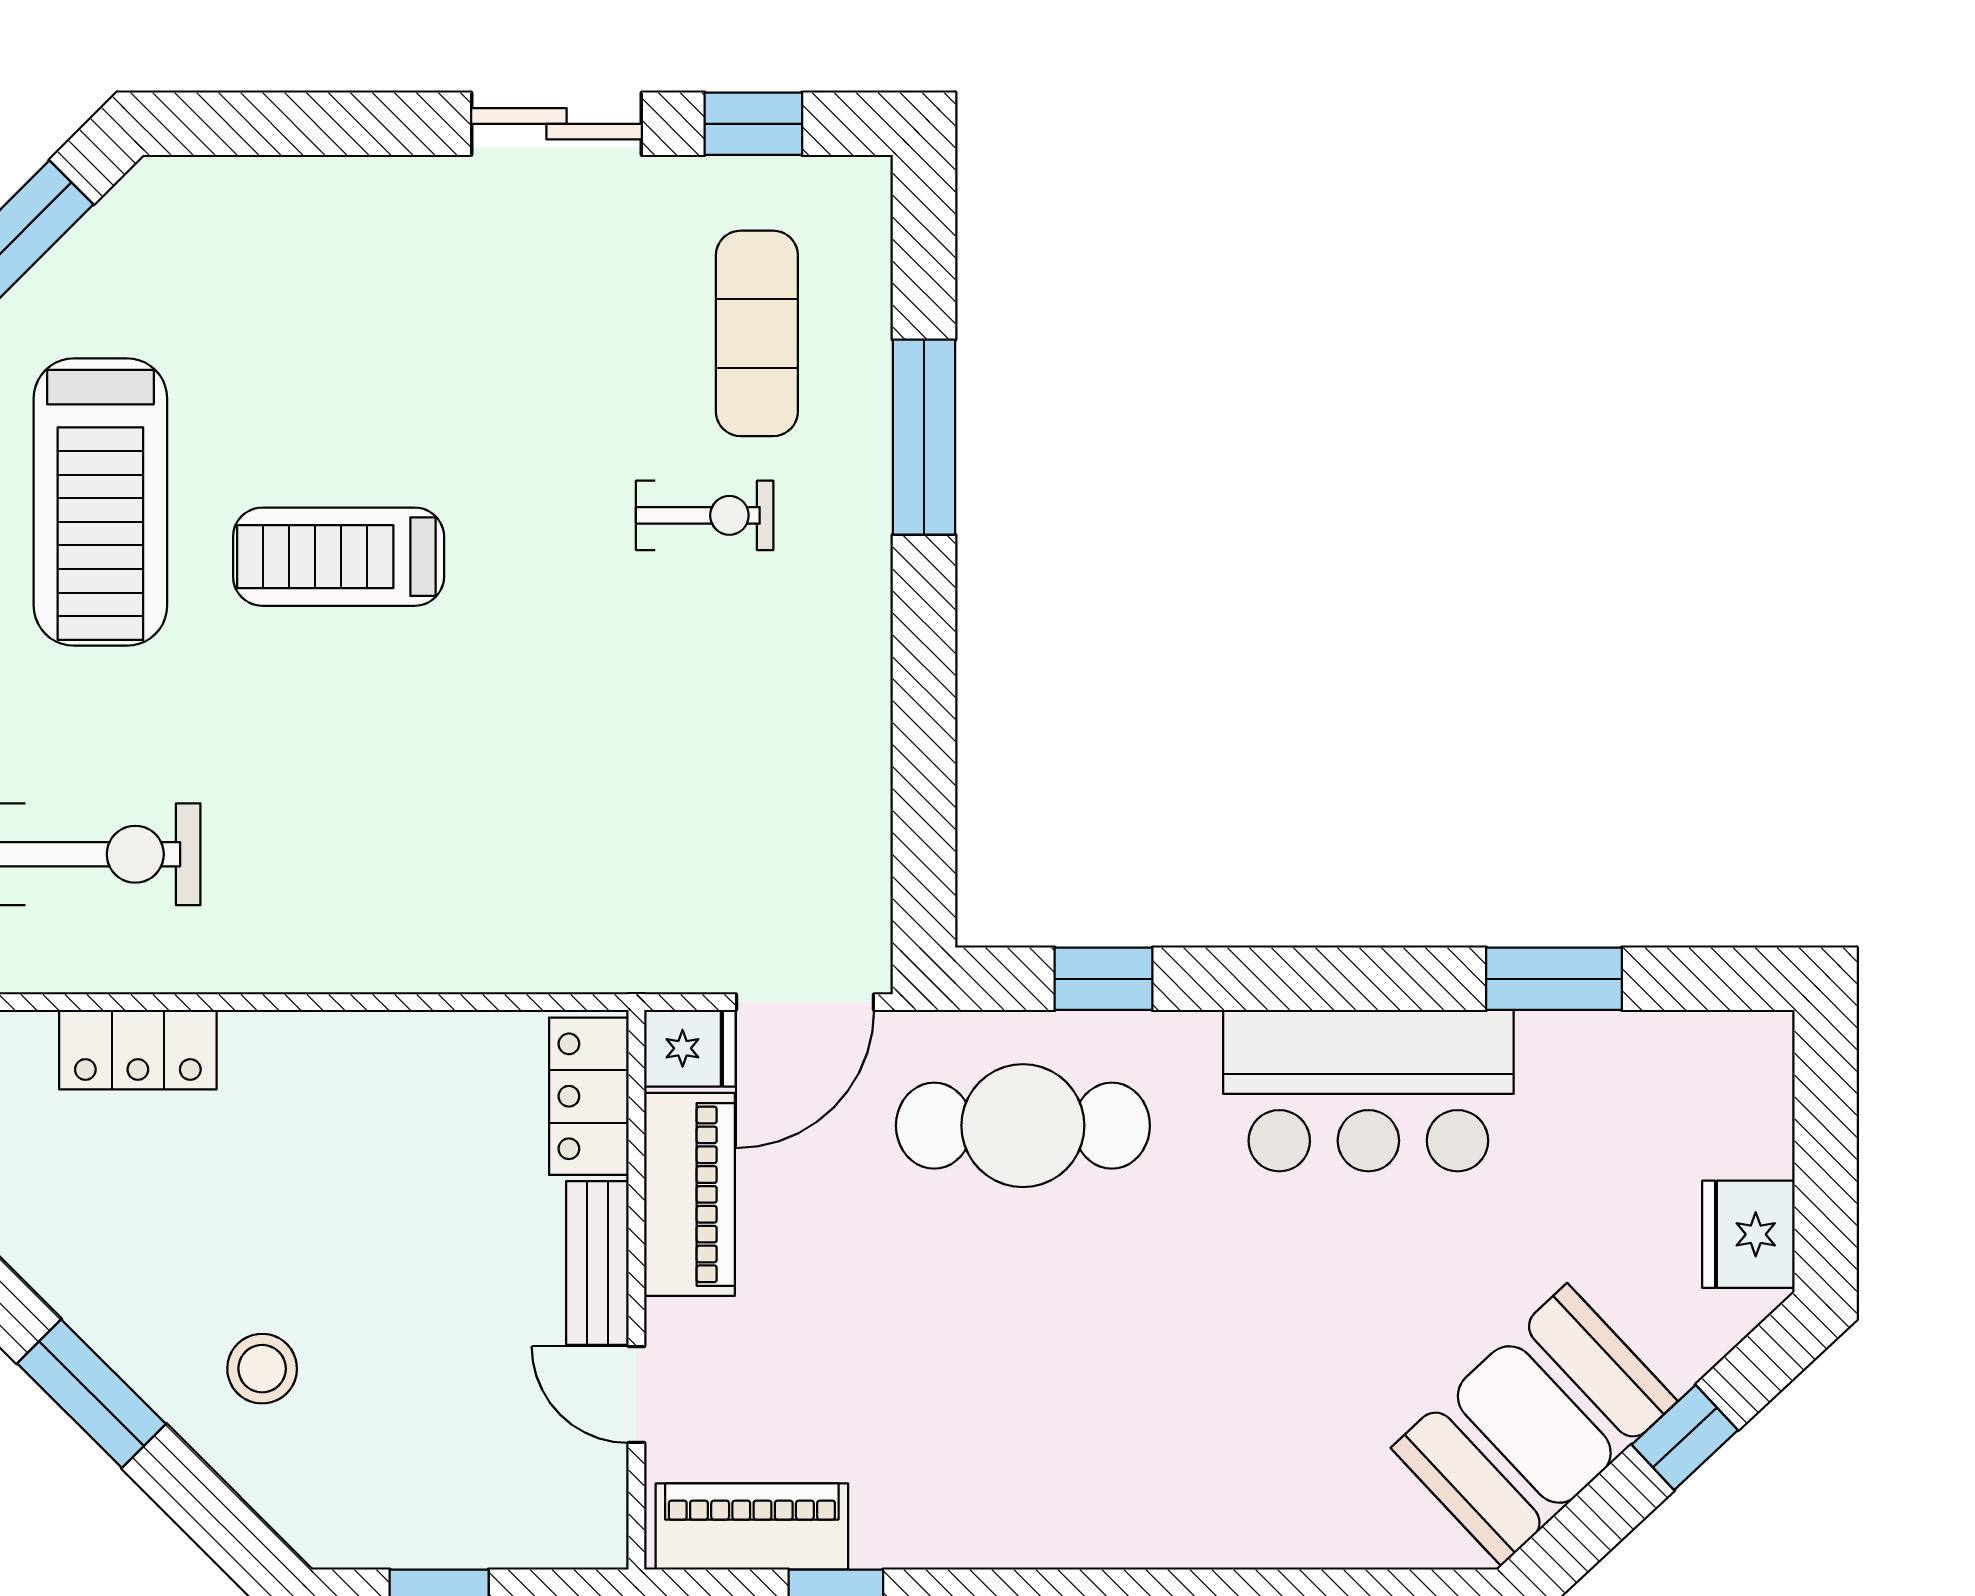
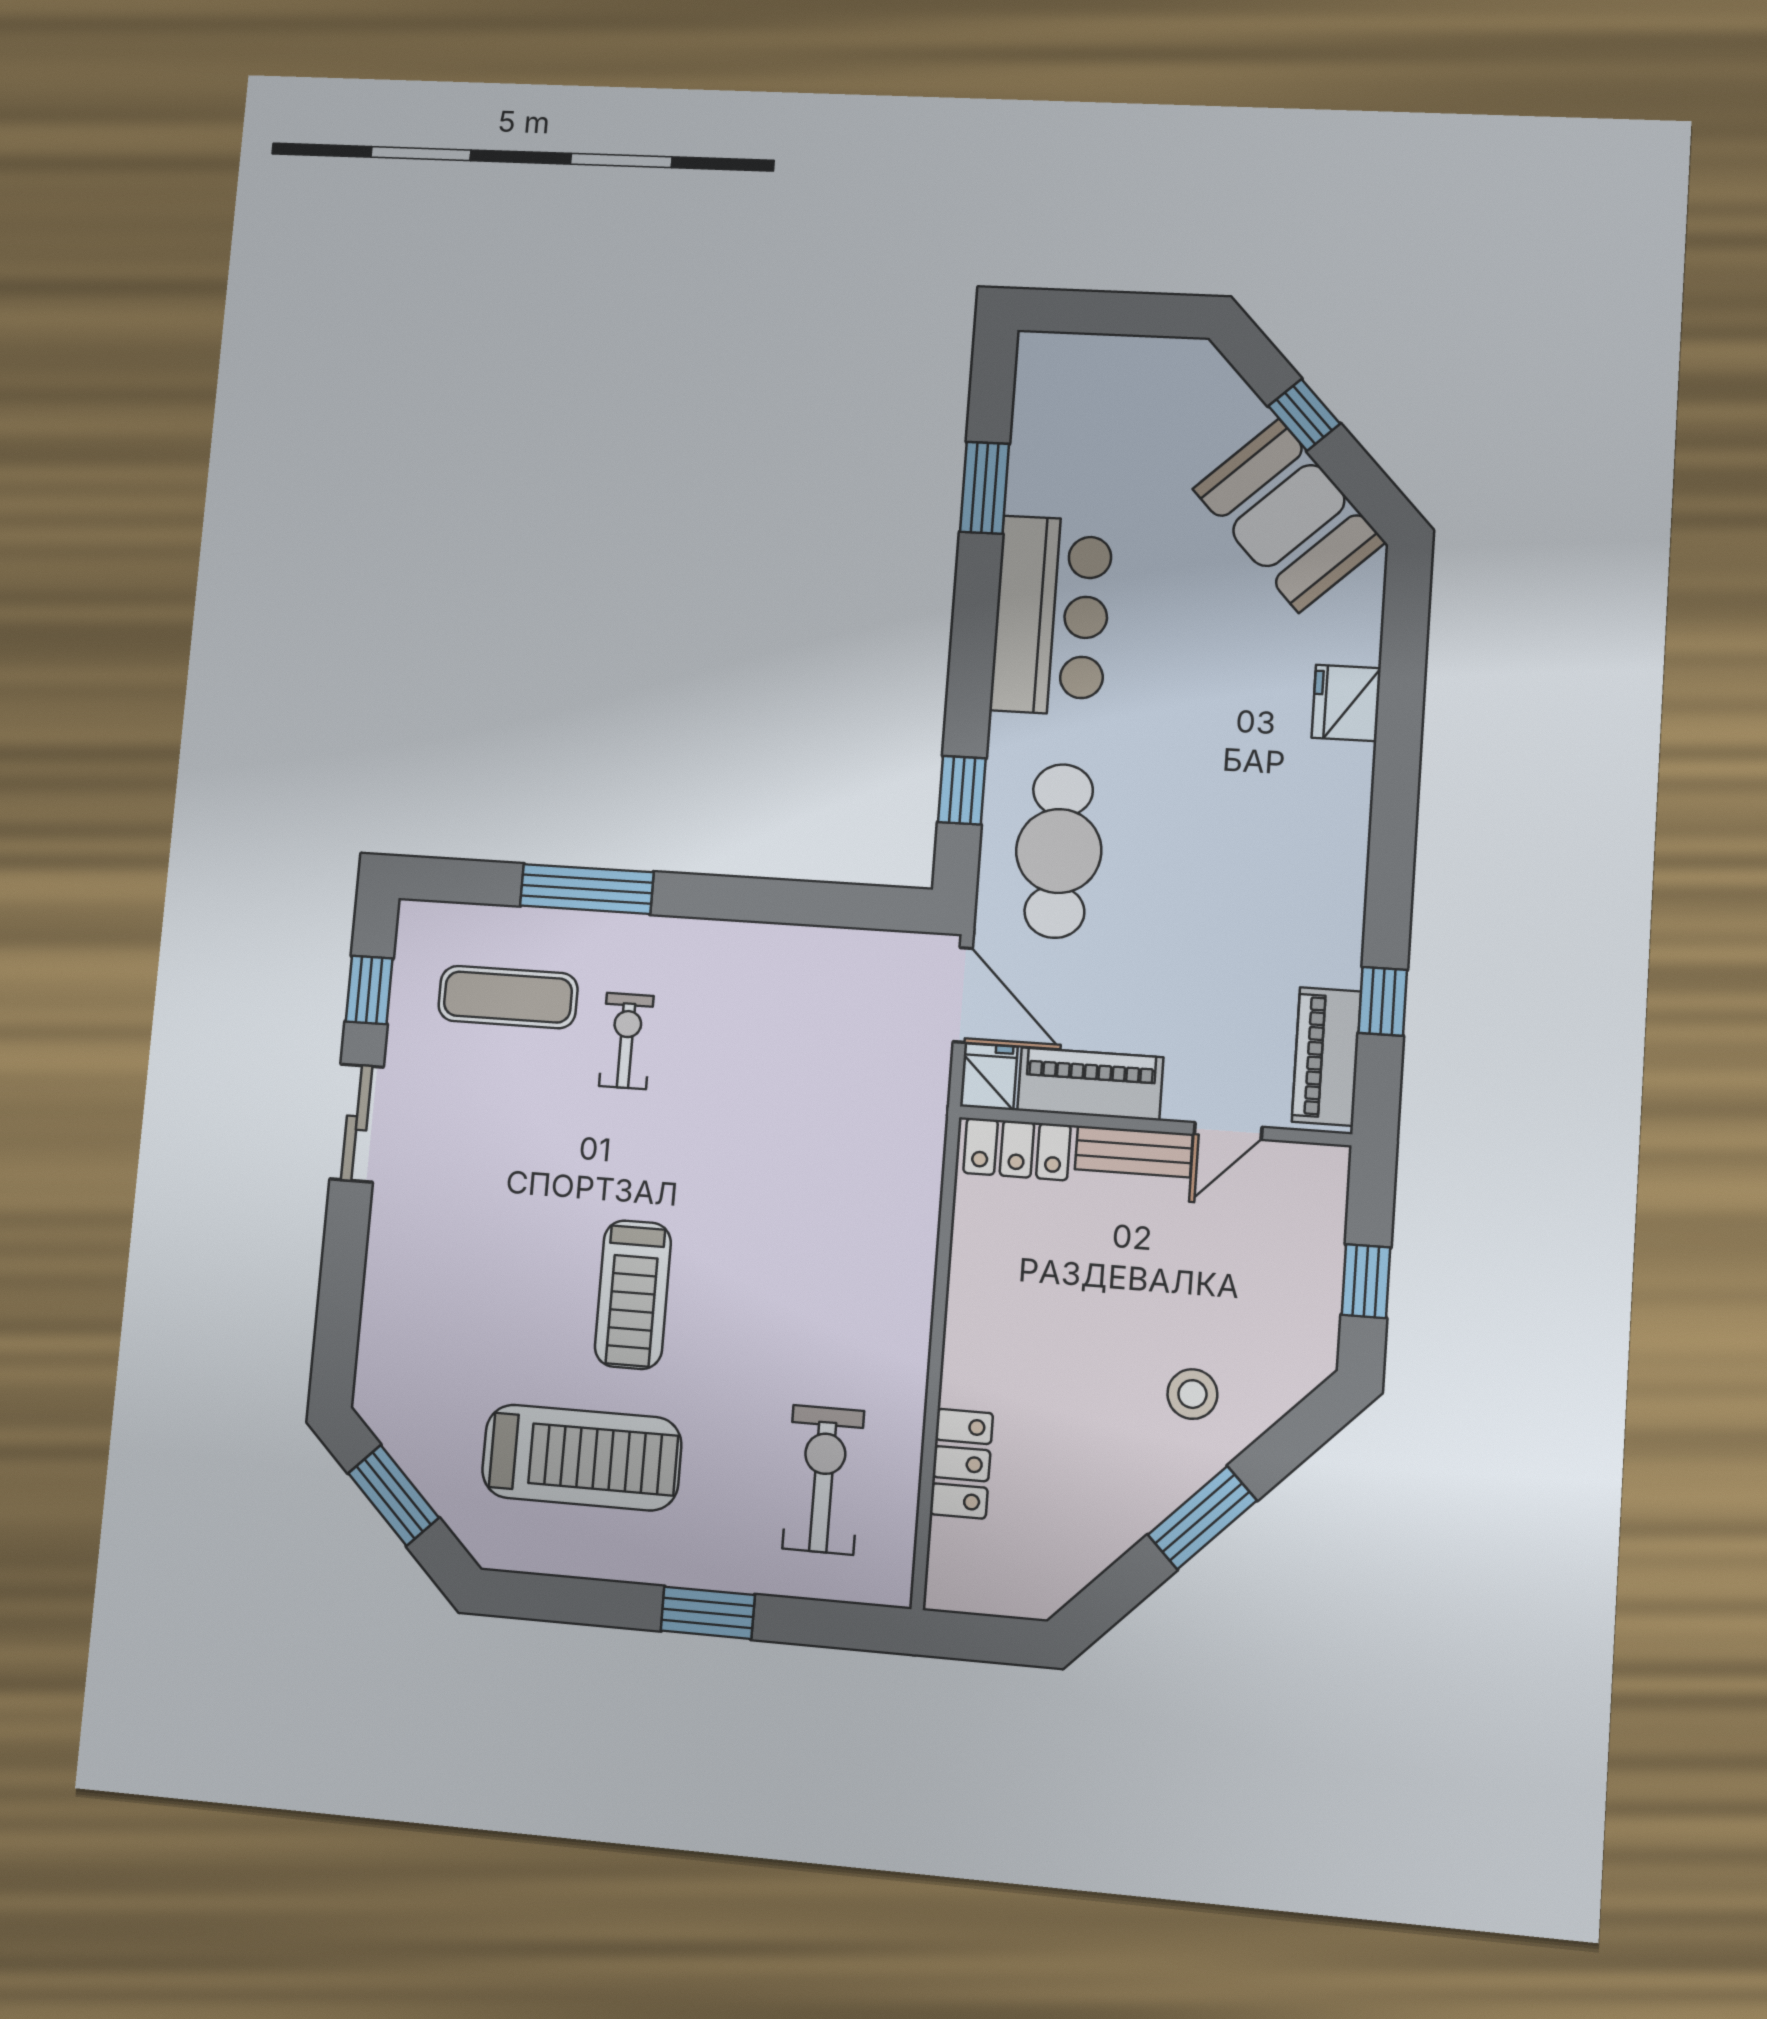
fridge: (1748, 1234) -> (1346, 703), moved, turned 90

